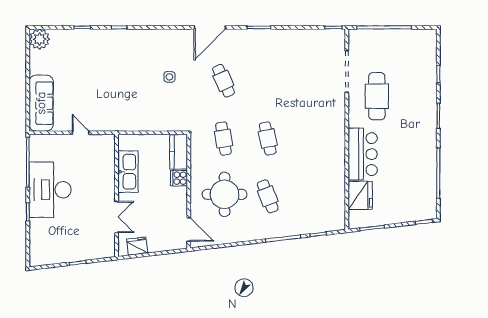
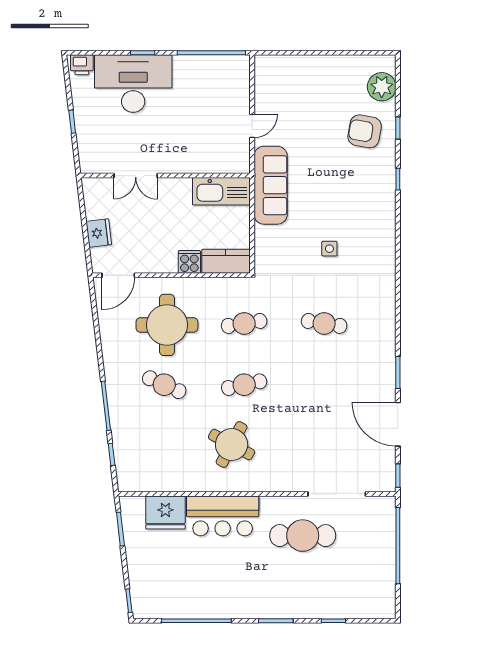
door: (210, 27) -> (398, 424), moved
plant: (39, 39) -> (382, 87), moved
armchair: (85, 51) -> (365, 131), added
cafe table: (223, 81) -> (324, 323), turned 33
sofa: (41, 103) -> (271, 185), moved, turned -90
round table: (311, 148) -> (232, 444), added
kitchen sink: (128, 172) -> (221, 191), moved
desk: (50, 190) -> (133, 84), moved
cafe table: (268, 196) -> (164, 385), turned 45
fridge: (137, 246) -> (99, 233), moved
printer: (36, 256) -> (82, 65), added

